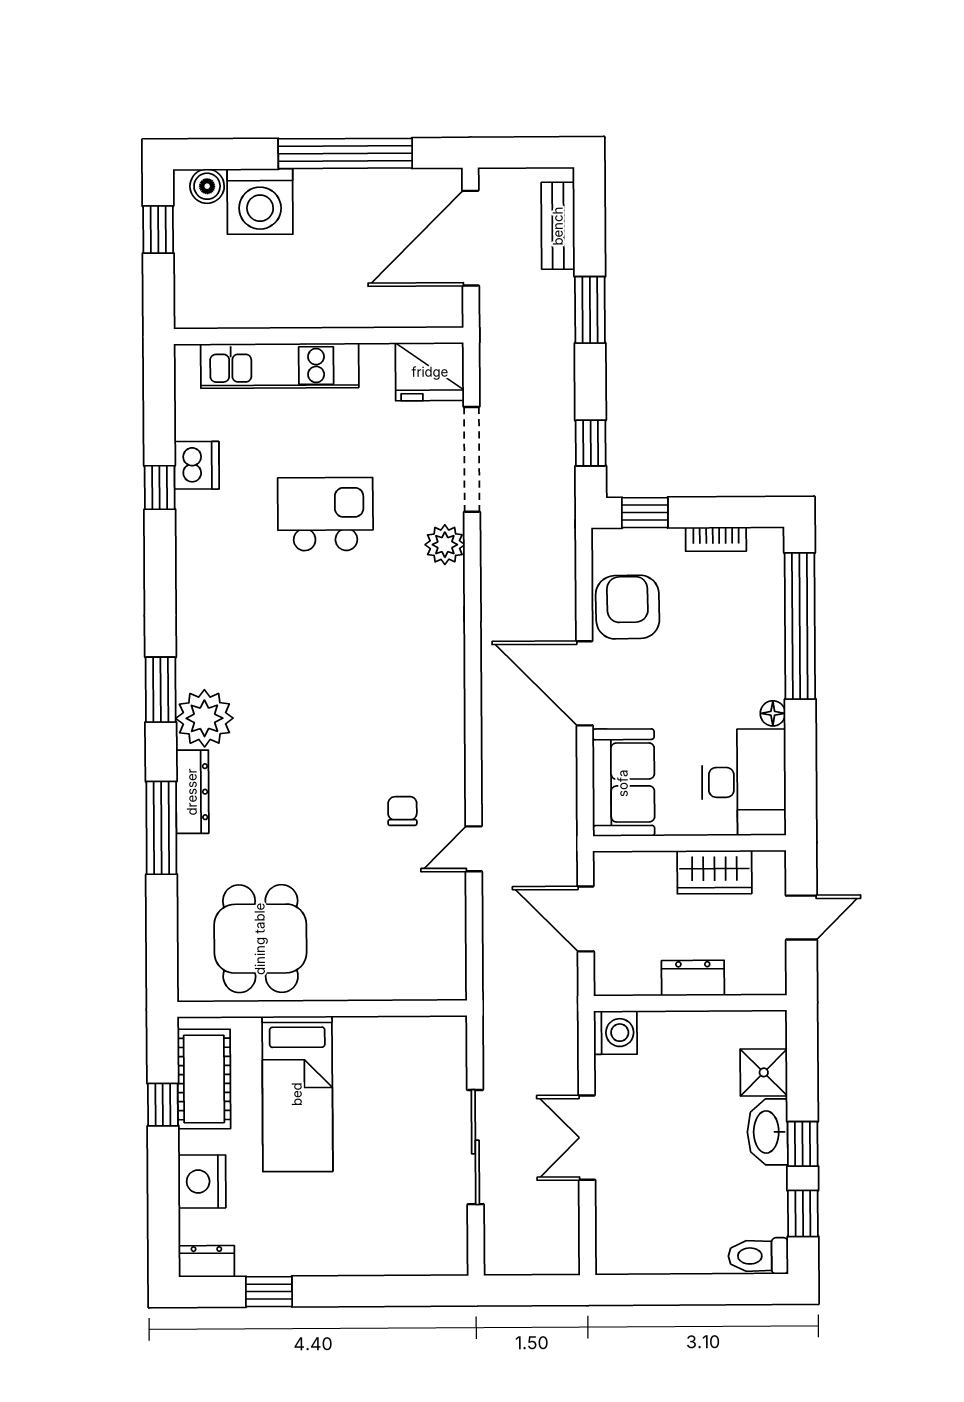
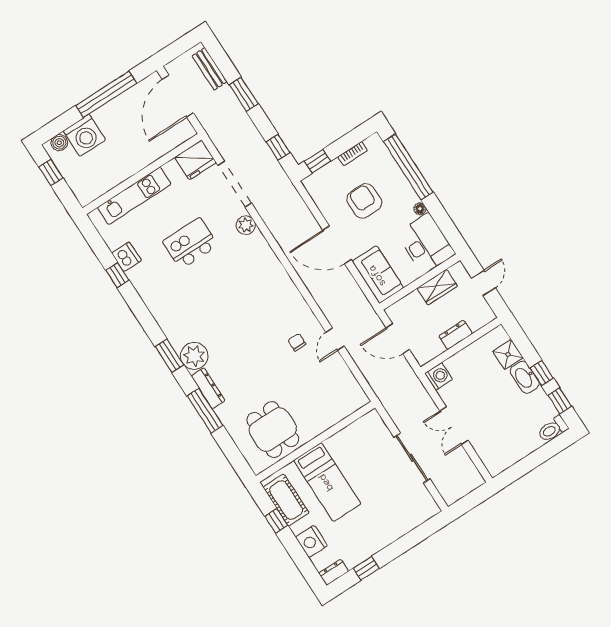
armchair: (628, 607) -> (364, 201), moved

